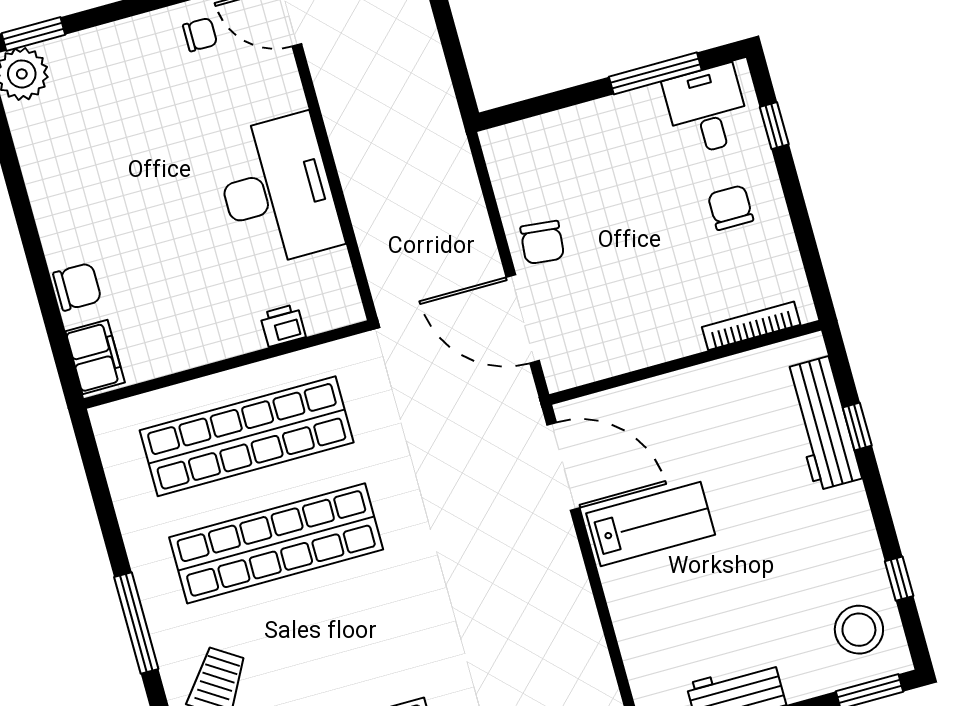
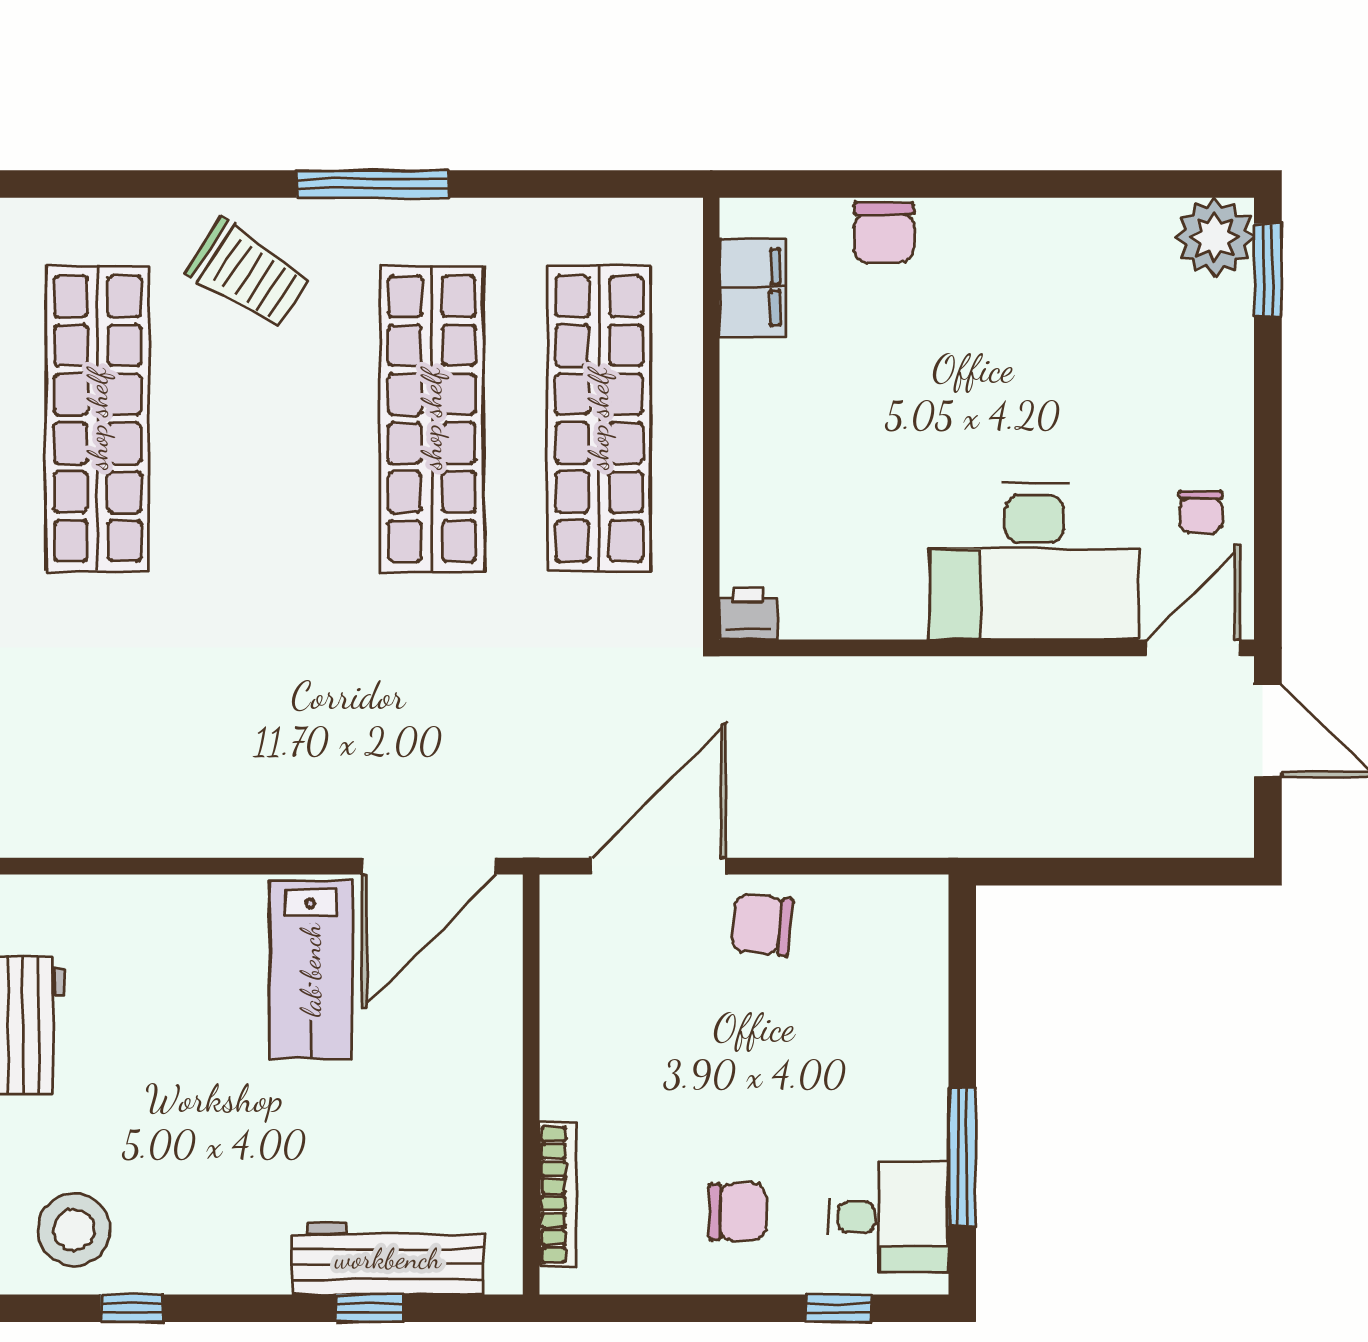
desk: (277, 191) -> (1035, 561), moved
printer: (283, 325) -> (748, 613), moved, turned -90
filing cabinet: (95, 357) -> (752, 287), moved, turned -90

